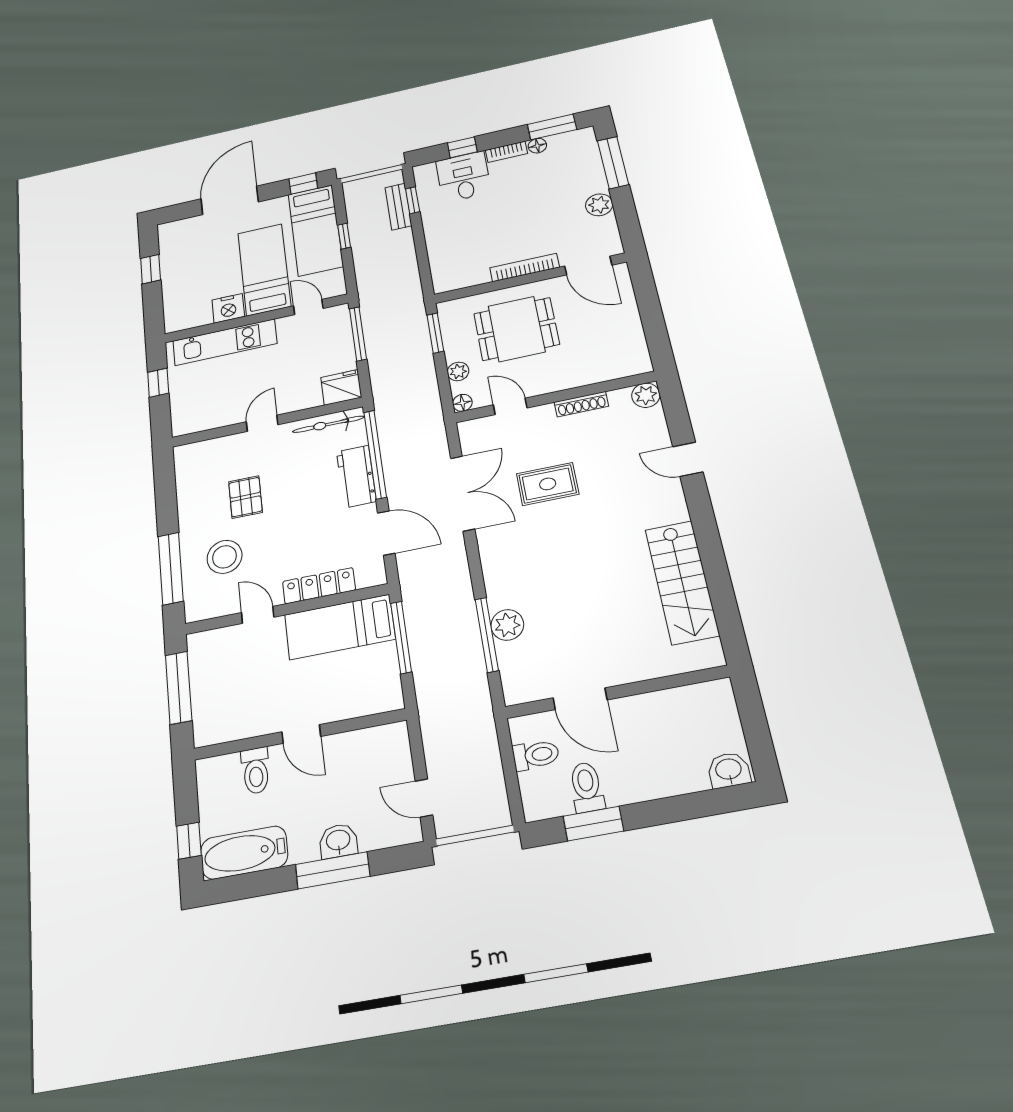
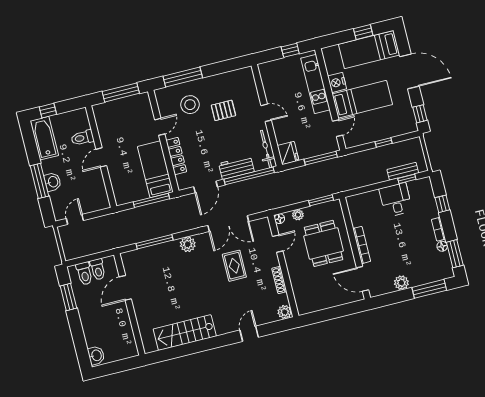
desk: (464, 177) -> (396, 200), moved, turned -90
bed: (315, 230) -> (369, 50), moved
door: (588, 266) -> (363, 279), hinge flipped
plant: (507, 625) -> (188, 244), moved
toilet: (587, 787) -> (84, 273), moved, turned 90

